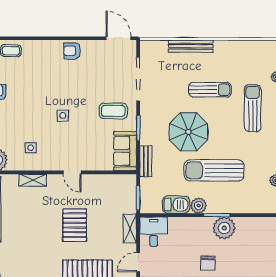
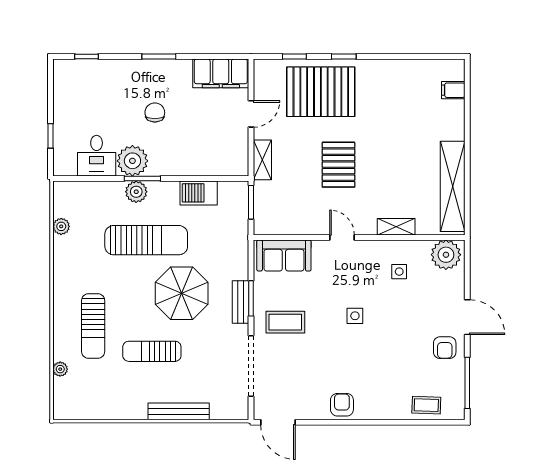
armchair: (72, 51) -> (342, 405), turned -90
sofa: (125, 151) -> (284, 255), moved, turned 90
bench: (146, 161) -> (241, 302), moved
plant: (199, 206) -> (136, 192), moved
desk: (154, 232) -> (97, 156), moved

